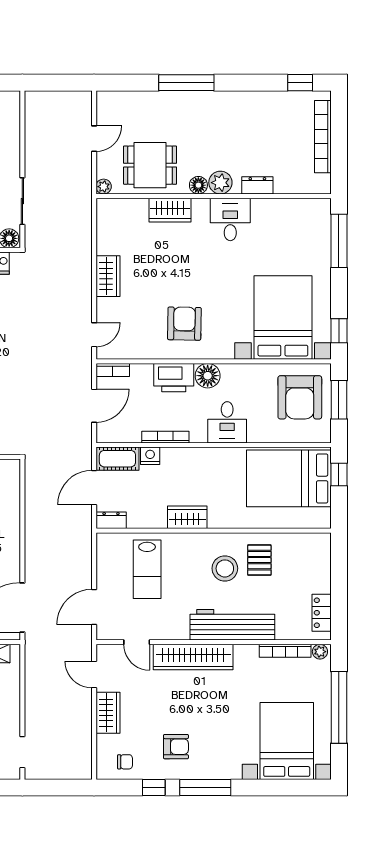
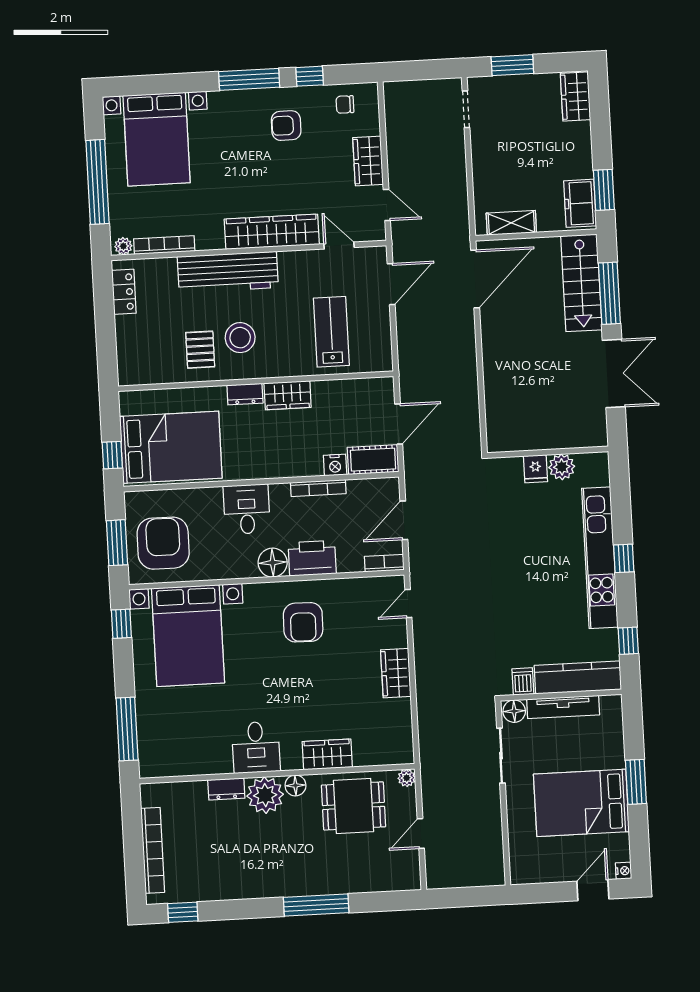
plant: (220, 183) -> (265, 795), width x1.36, depth x1.36
dresser: (111, 520) -> (245, 394), moved

